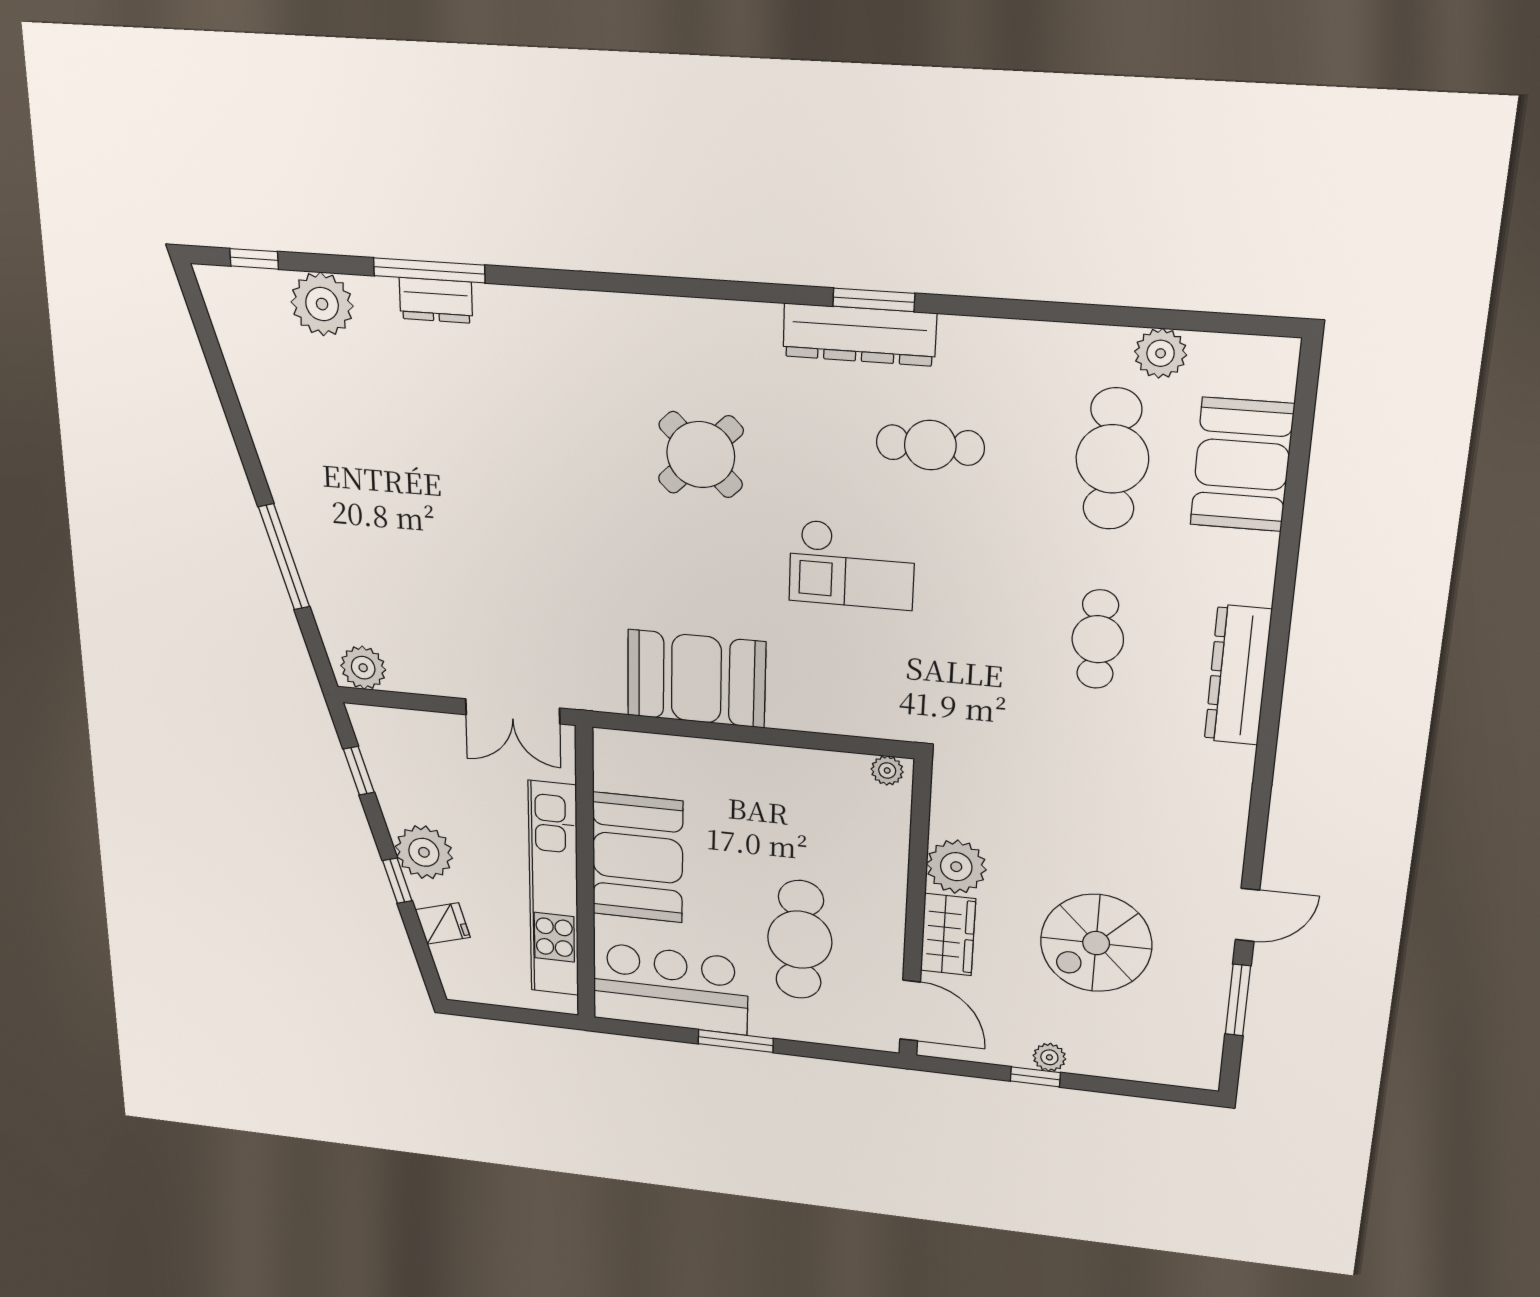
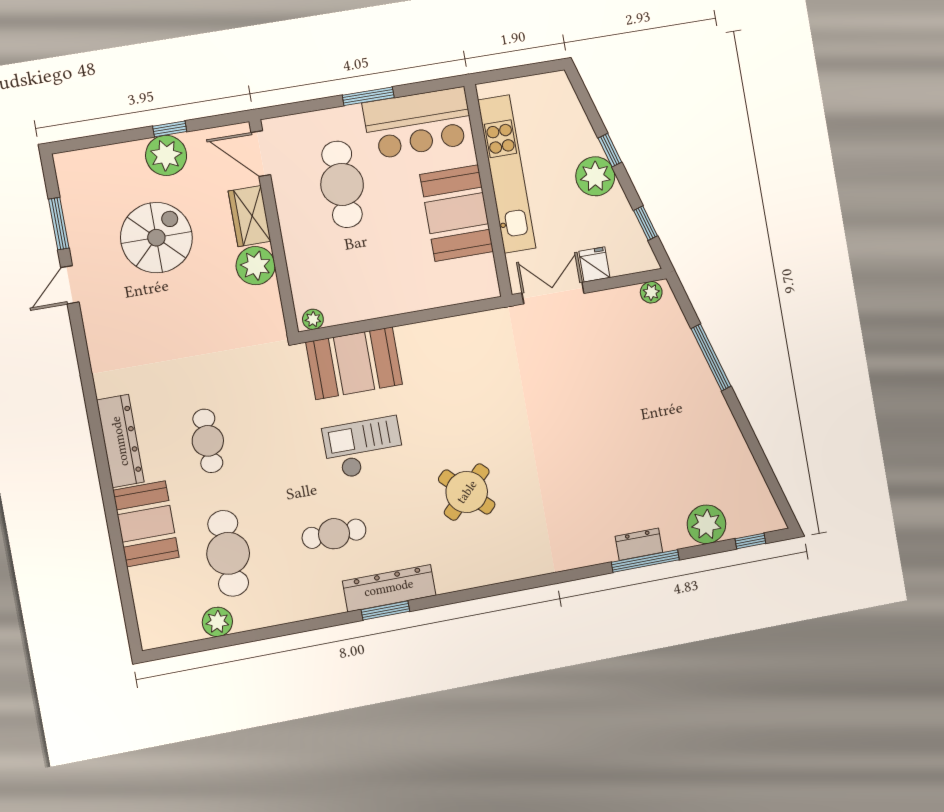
booth: (1242, 465) -> (146, 524), moved
plant: (363, 668) -> (651, 292), width x0.73, depth x0.73
booth: (696, 679) -> (354, 363), moved
fridge: (443, 924) -> (594, 264), moved, turned 106
plant: (1049, 1057) -> (166, 155), width x1.88, depth x1.88

